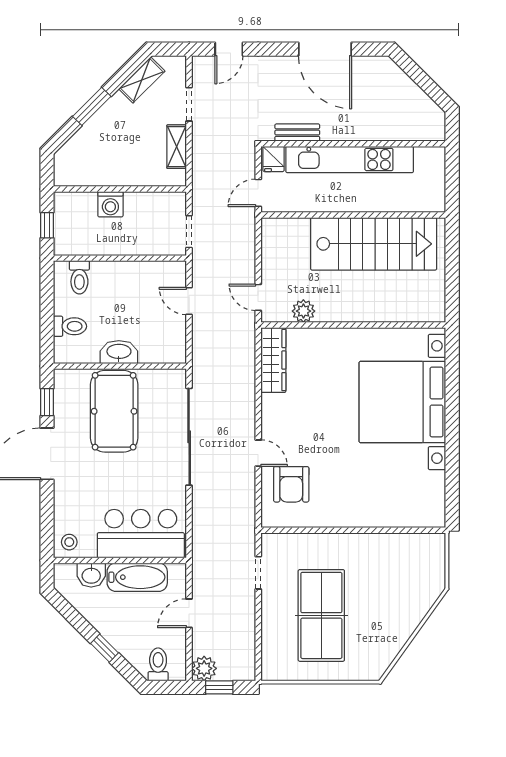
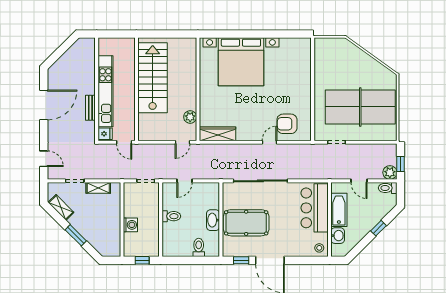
bench: (297, 133) -> (90, 108), moved
toilet: (79, 277) -> (171, 216), moved
armchair: (291, 484) -> (287, 124), turned 180
table tennis table: (321, 615) -> (360, 107), width x1.36, depth x1.32
toilet: (158, 664) -> (388, 188), moved

